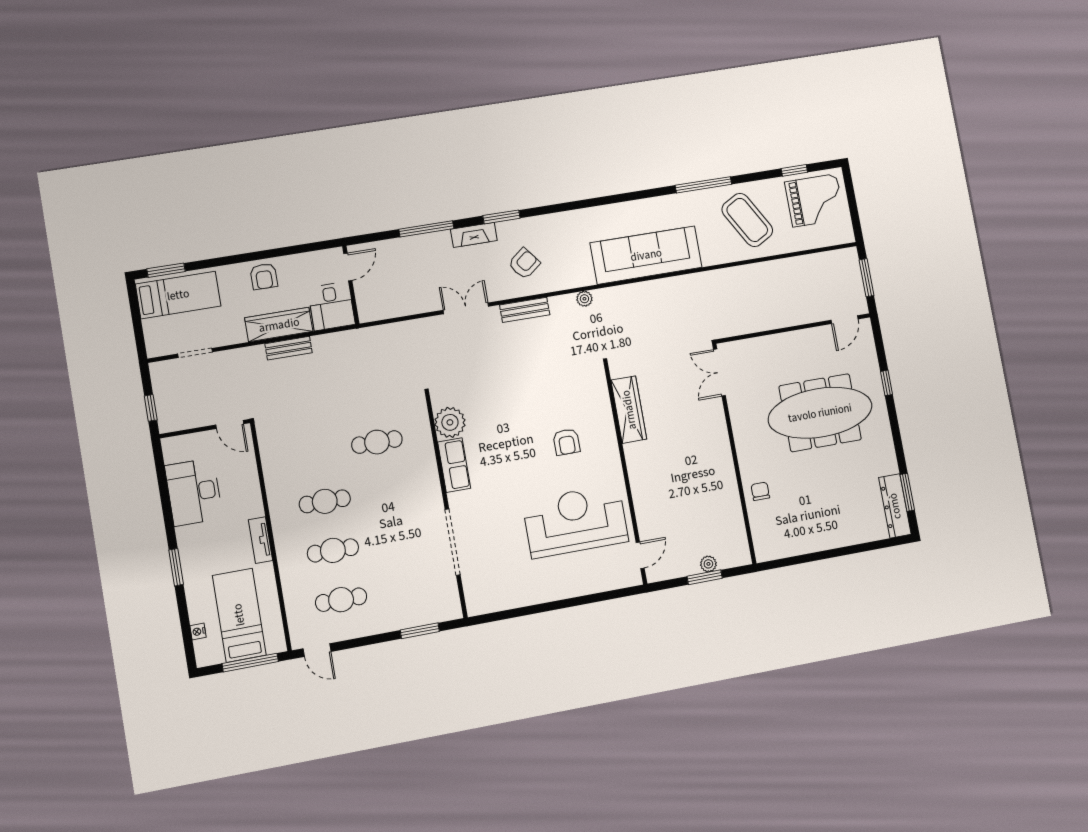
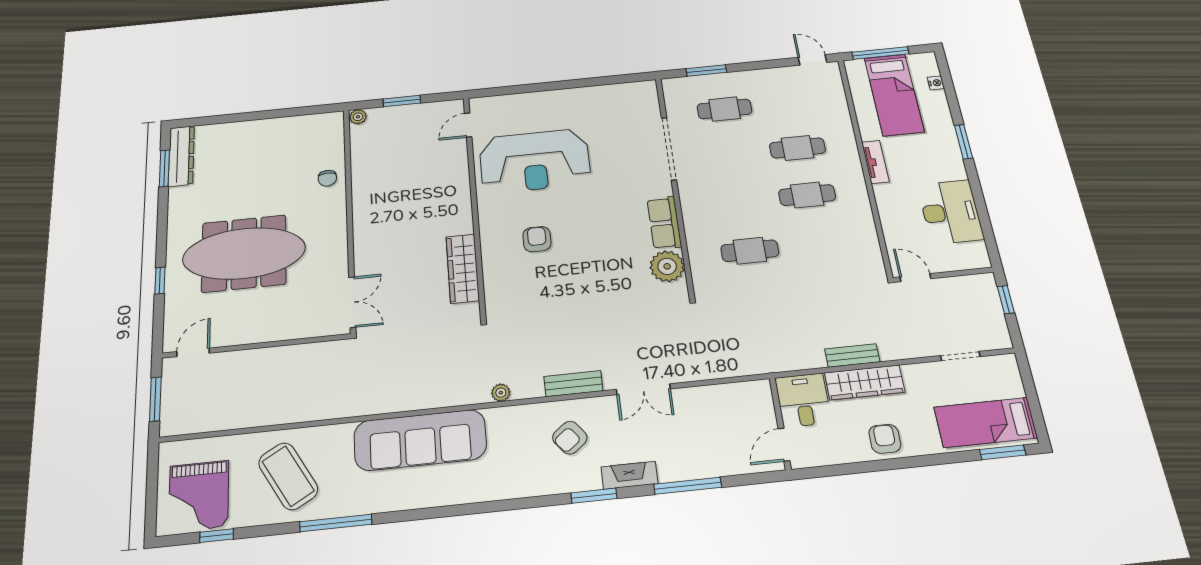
grand piano: (815, 200) -> (199, 496), turned -90
plant: (708, 564) -> (358, 117), moved
cafe table: (341, 600) -> (724, 109), moved

